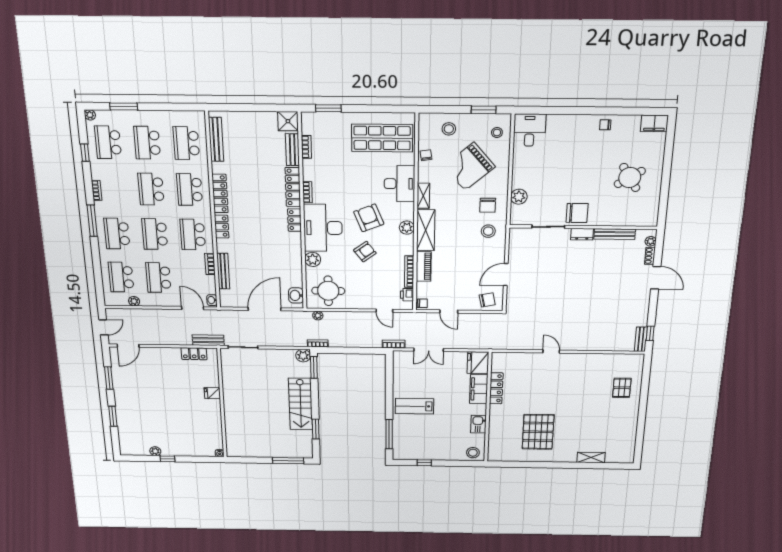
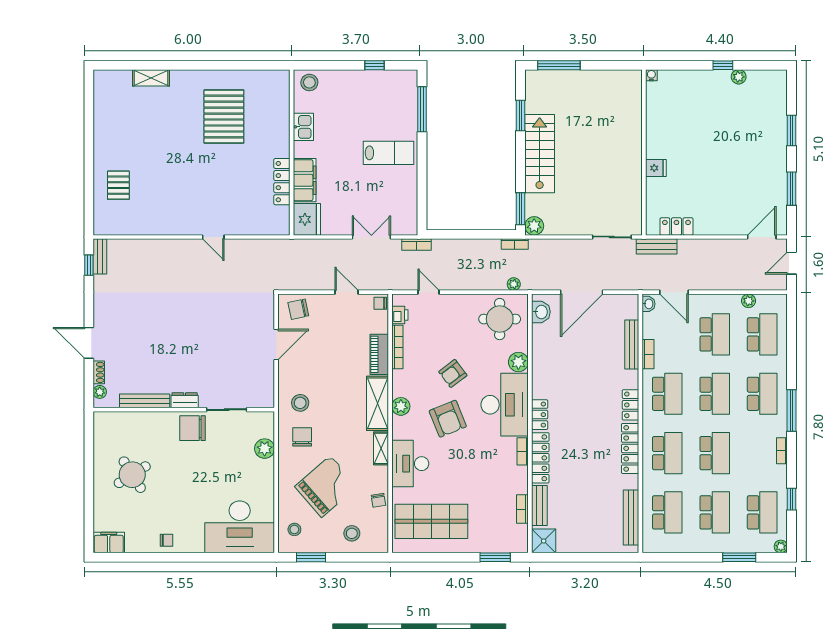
desk: (529, 130) -> (240, 527), width x1.87, depth x1.30

